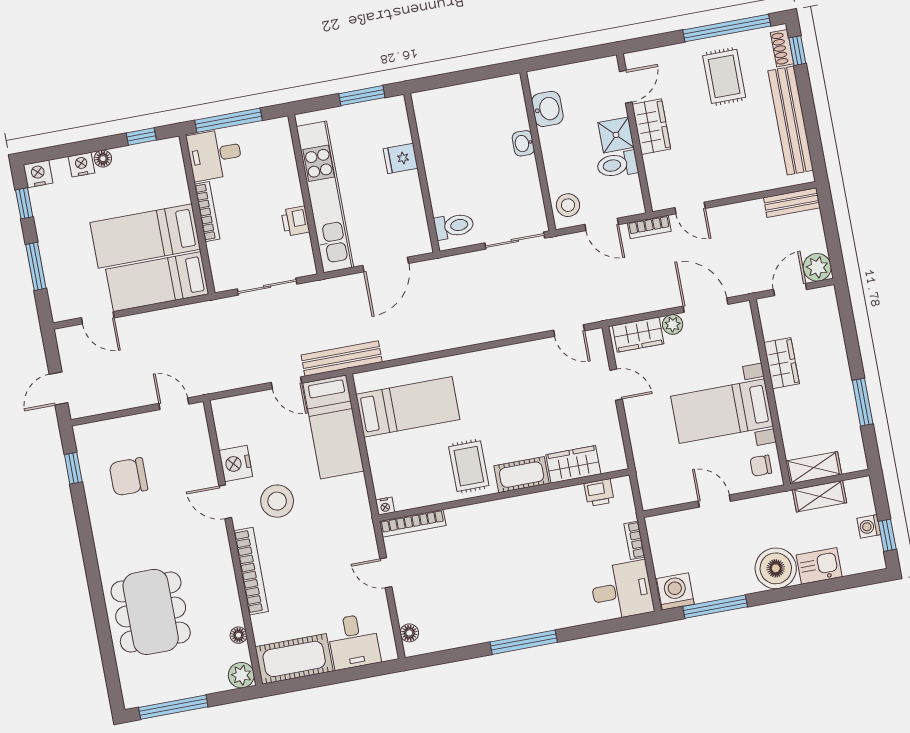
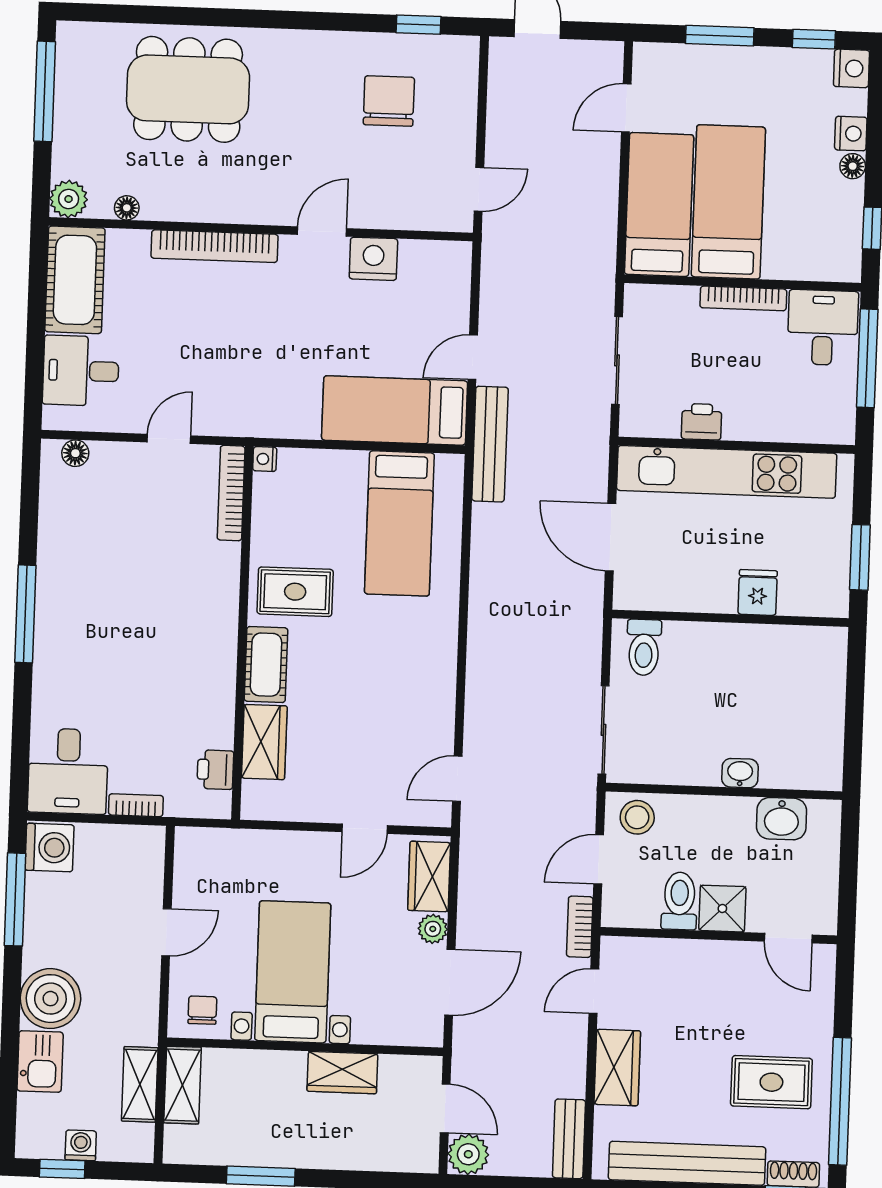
wardrobe: (651, 127) -> (617, 1068), moved, turned -90
stool: (277, 501) -> (306, 306), removed

